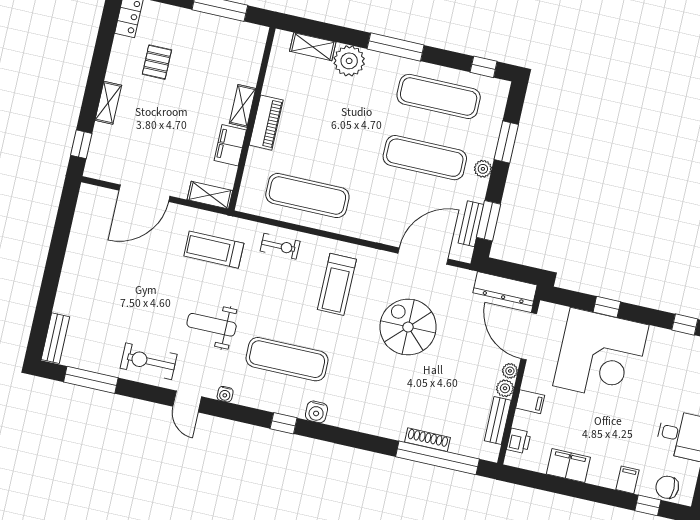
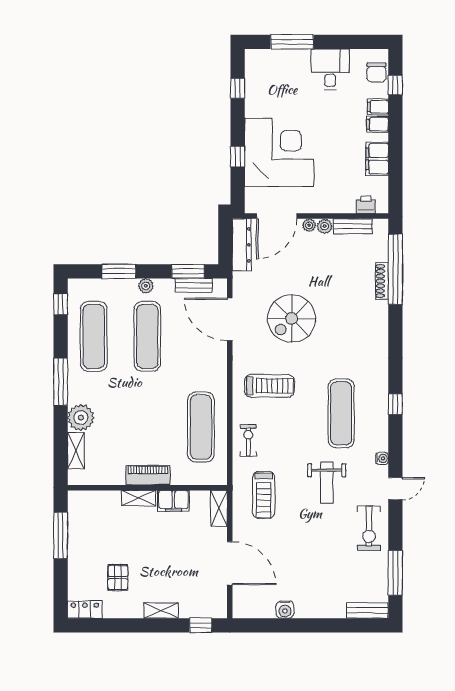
pallet: (157, 62) -> (118, 578), turned 90
filing cabinet: (530, 402) -> (377, 124), moved, turned -90
water cooler: (316, 412) -> (285, 610), moved, turned 90

